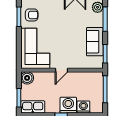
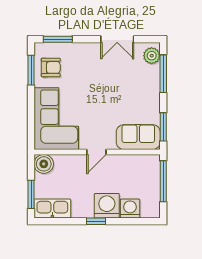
sofa: (95, 42) -> (138, 137), moved, turned 90

